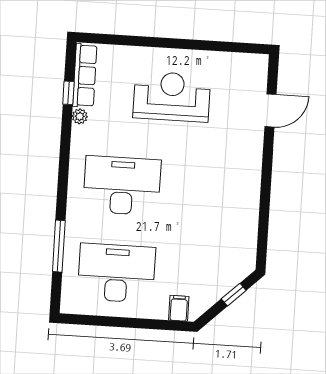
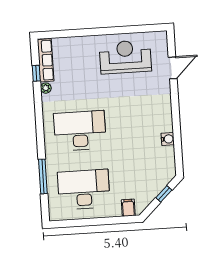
reception desk: (172, 97) -> (125, 57), moved
water cooler: (250, 214) -> (168, 139), added

